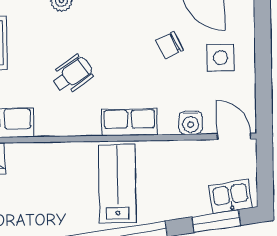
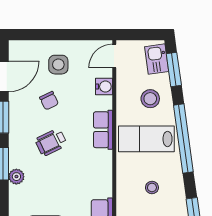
wheelchair: (72, 75) -> (51, 142), moved, turned -81
stool: (174, 188) -> (150, 99), added
stool: (49, 193) -> (152, 187), added

